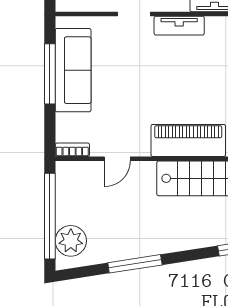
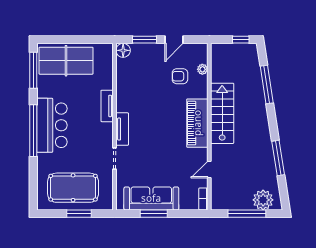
window: (50, 74) -> (154, 214), width x0.69
door: (117, 159) -> (209, 170), swing flipped
window: (50, 216) -> (247, 214), width x0.68

